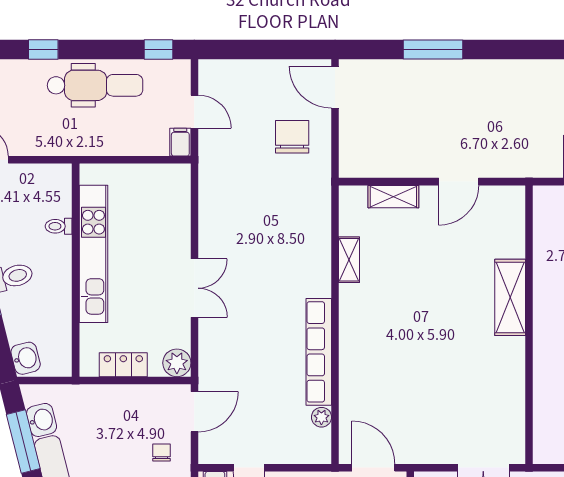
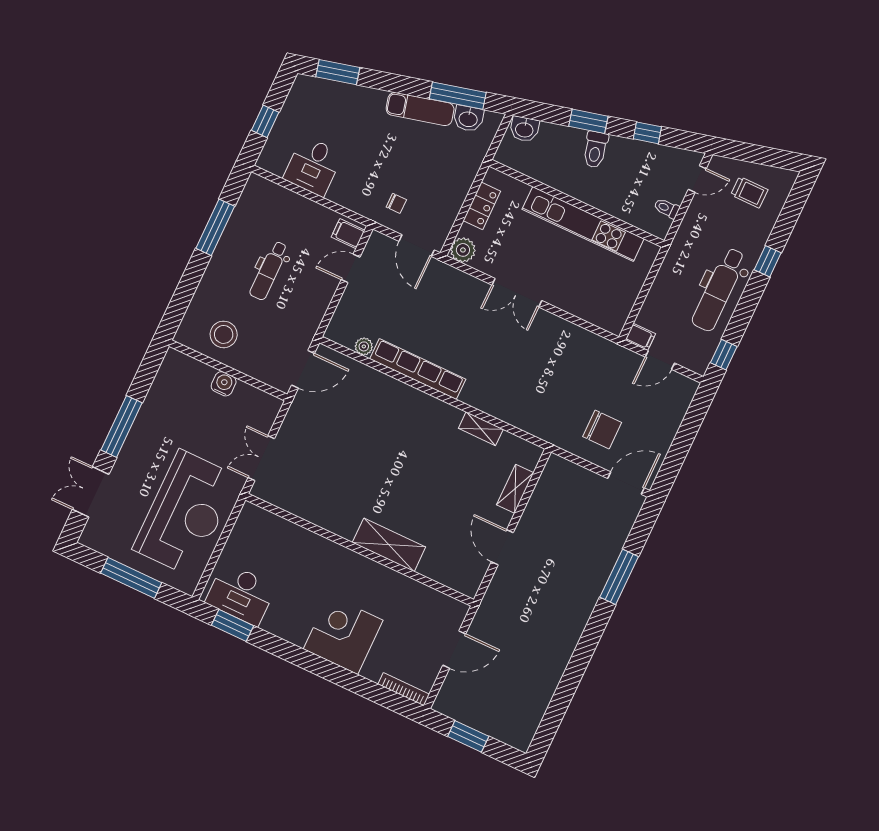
toilet: (59, 226) -> (667, 208), moved, turned -90

